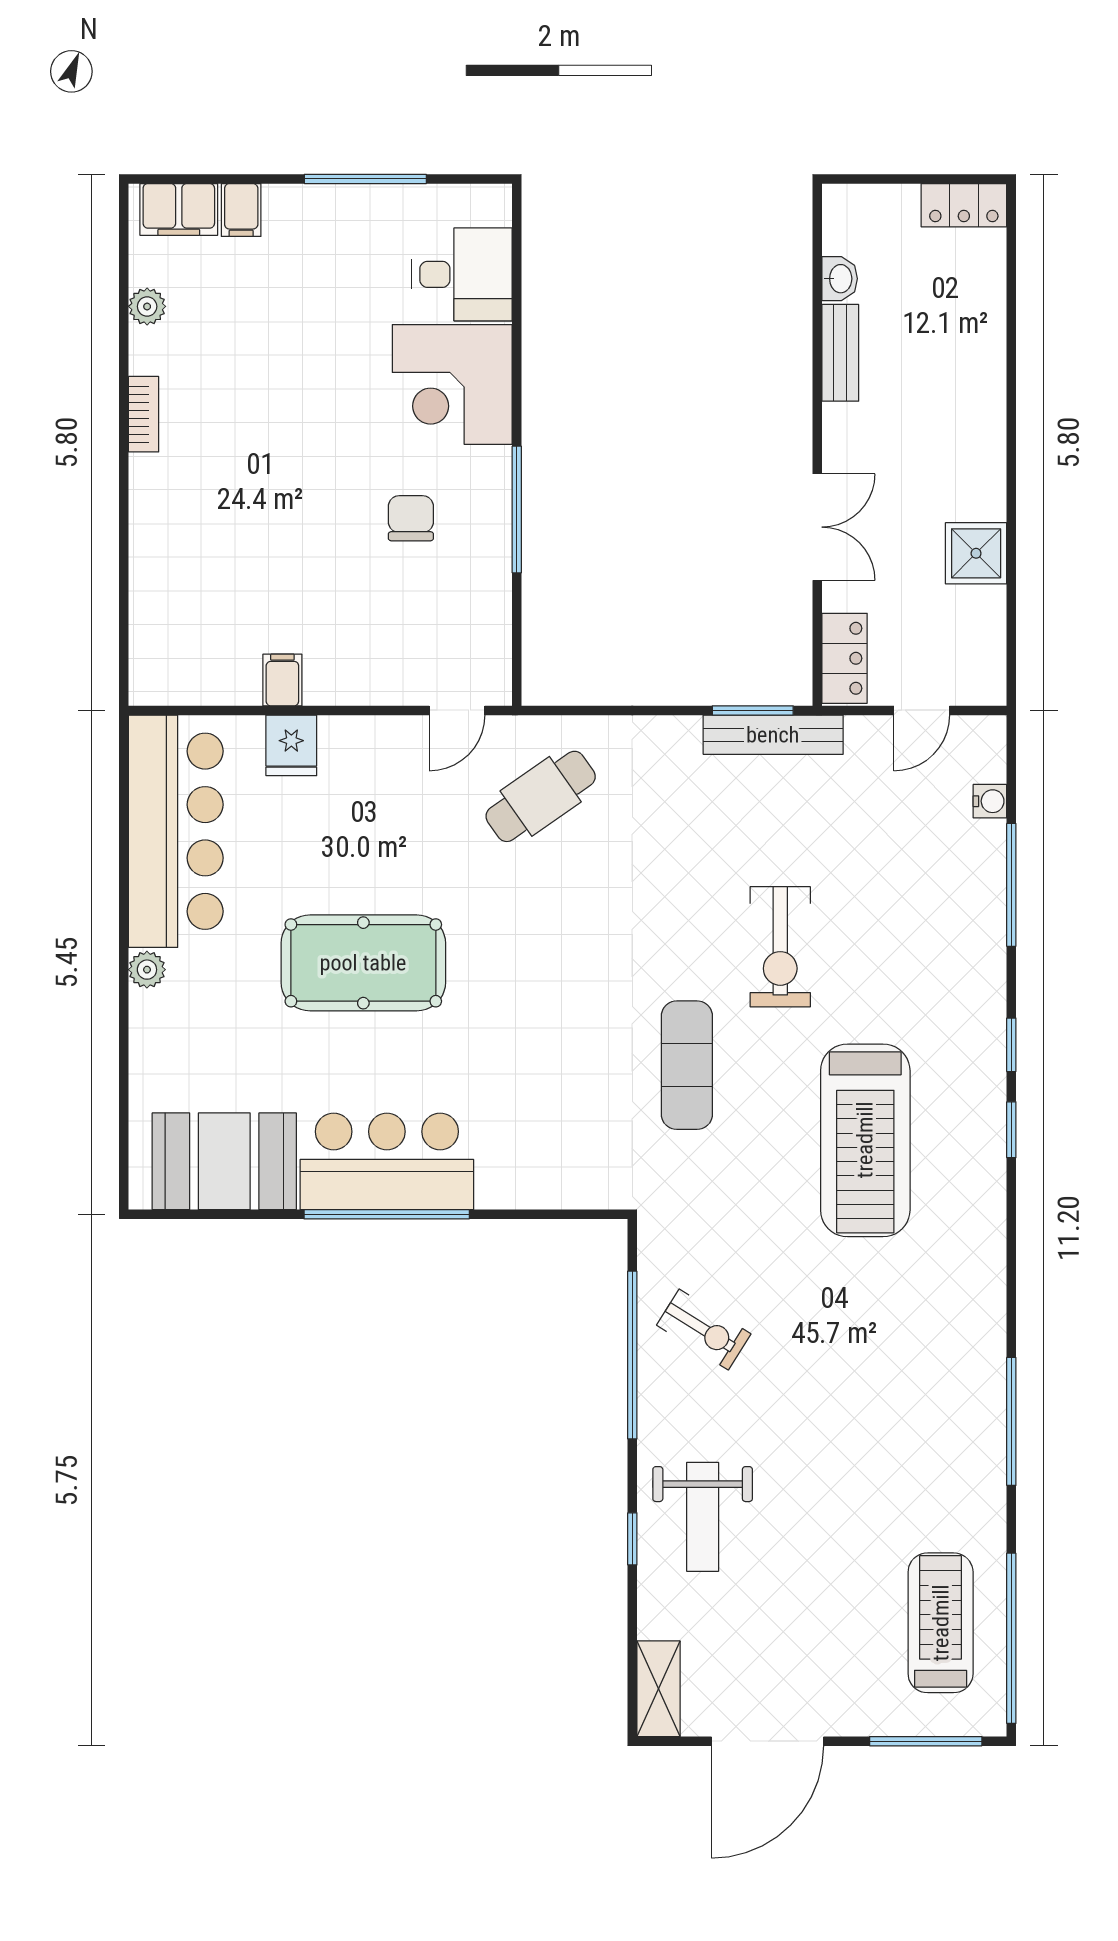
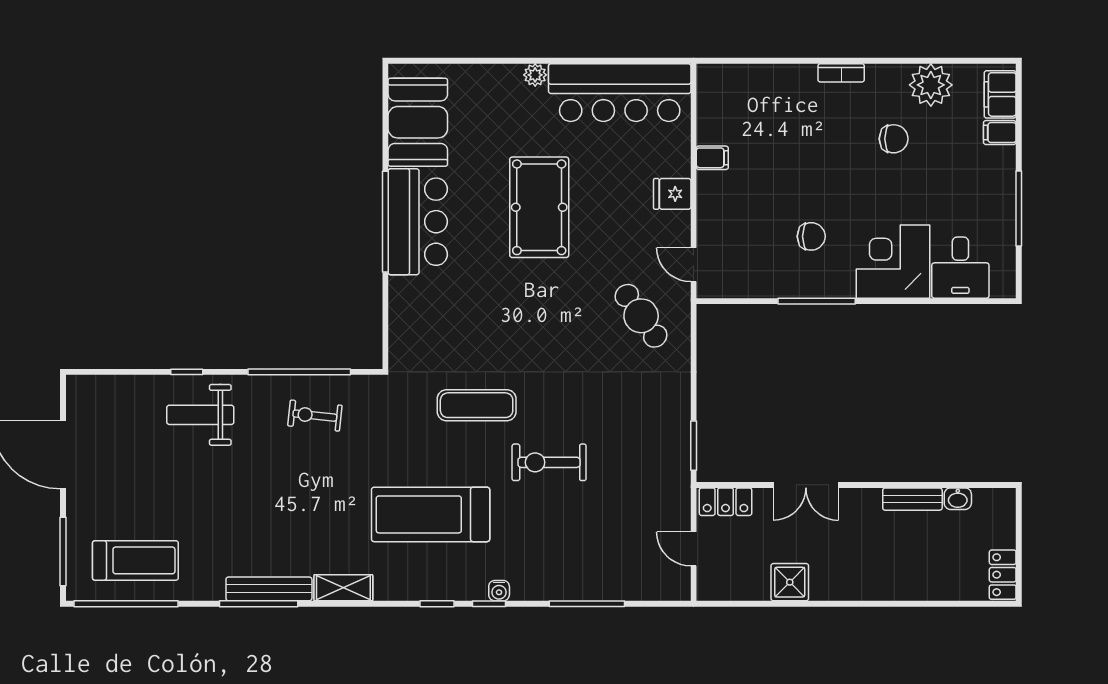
plant: (147, 306) -> (931, 85), width x1.88, depth x1.88
chair: (251, 383) -> (894, 139), added
bookcase: (144, 414) -> (841, 73), moved
bench: (773, 735) -> (269, 589), moved, turned 90
fridge: (291, 745) -> (672, 194), moved
water cooler: (990, 801) -> (499, 591), moved
exercise bike: (704, 1330) -> (315, 416), turned 64
shelving: (658, 1689) -> (343, 588), moved

